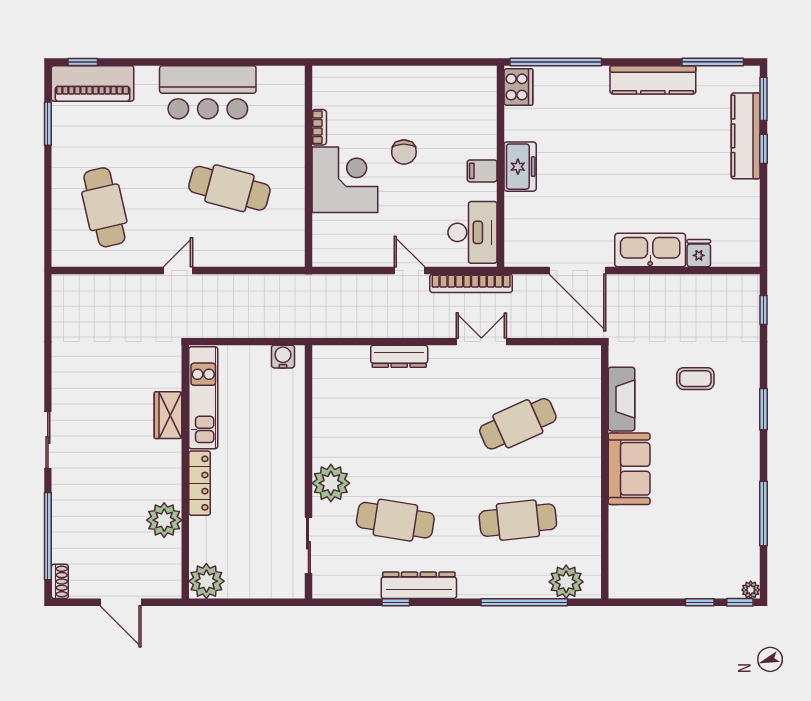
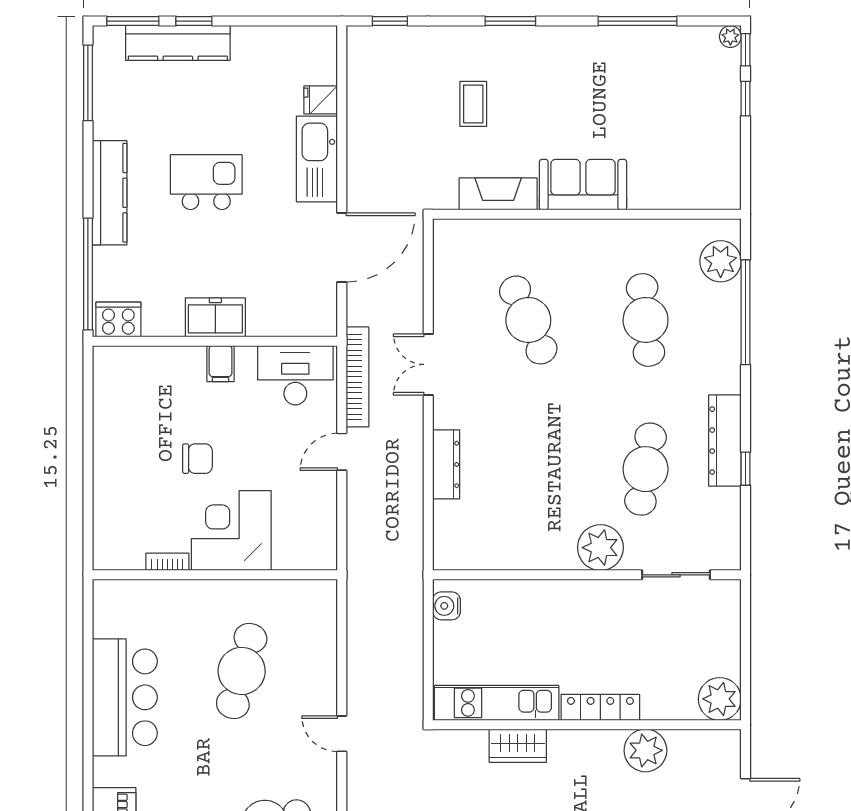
kitchen counter: (653, 80) -> (110, 193), moved
kitchen island: (631, 159) -> (206, 182), added

